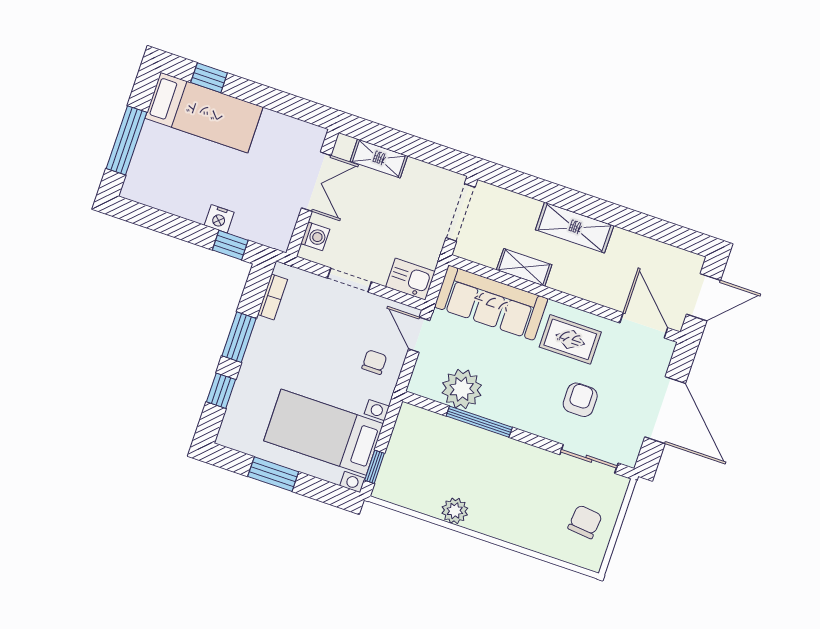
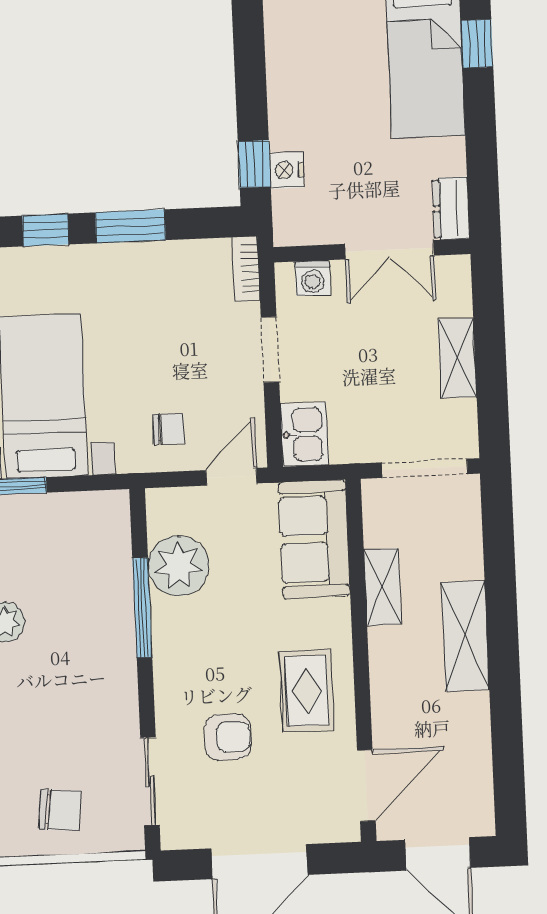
dresser: (305, 133) -> (451, 208), added
shelving: (379, 159) -> (457, 358), moved
nightstand: (219, 219) -> (287, 170), moved
bookcase: (273, 297) -> (246, 269), moved, turned 90
sofa: (491, 303) -> (314, 539), width x0.73

